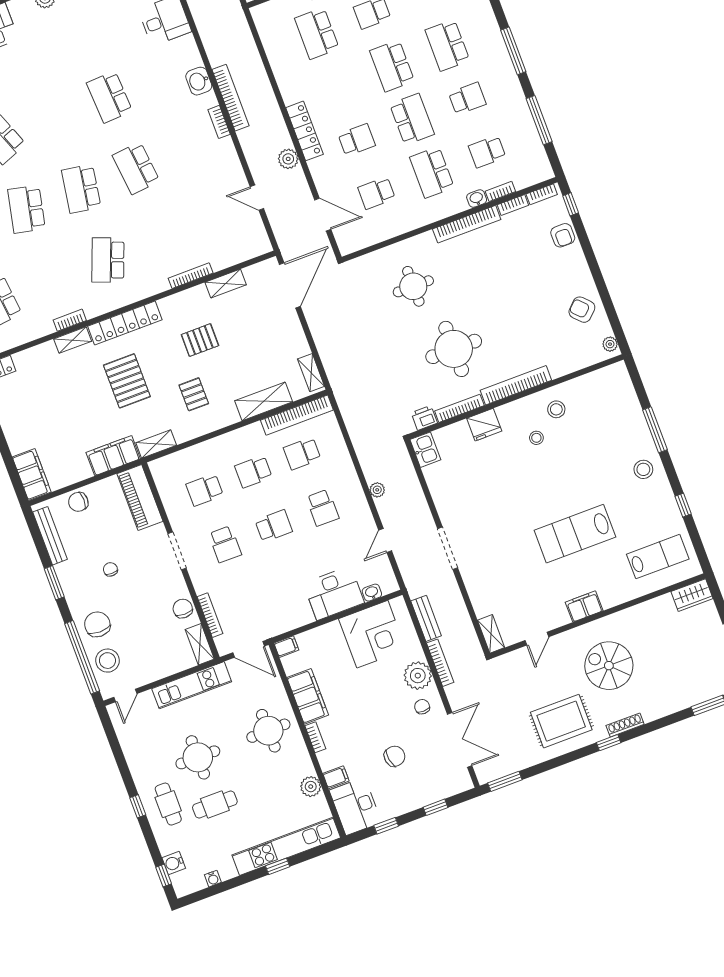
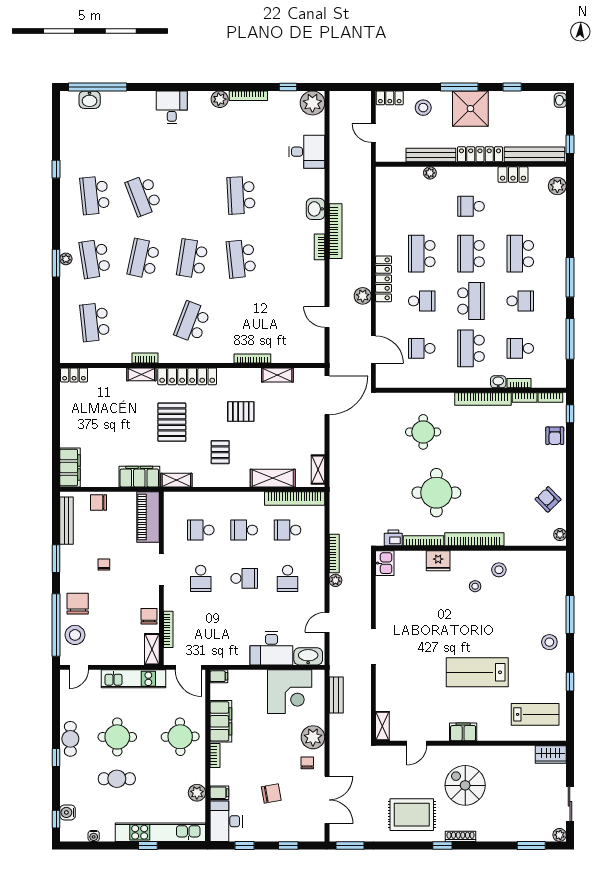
school desk: (317, 33) -> (422, 254), moved
washbasin: (372, 593) -> (308, 656), width x1.91, depth x1.45
bookcase: (440, 663) -> (334, 554), moved
cafe table: (168, 804) -> (70, 739), moved

